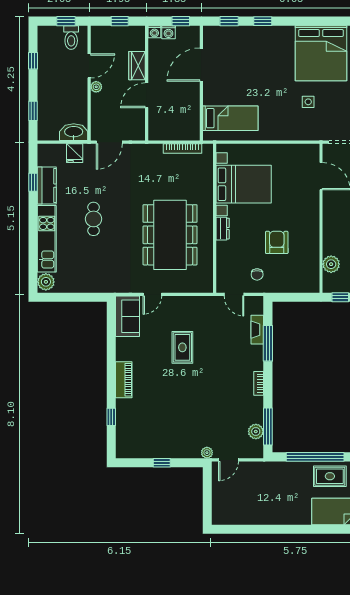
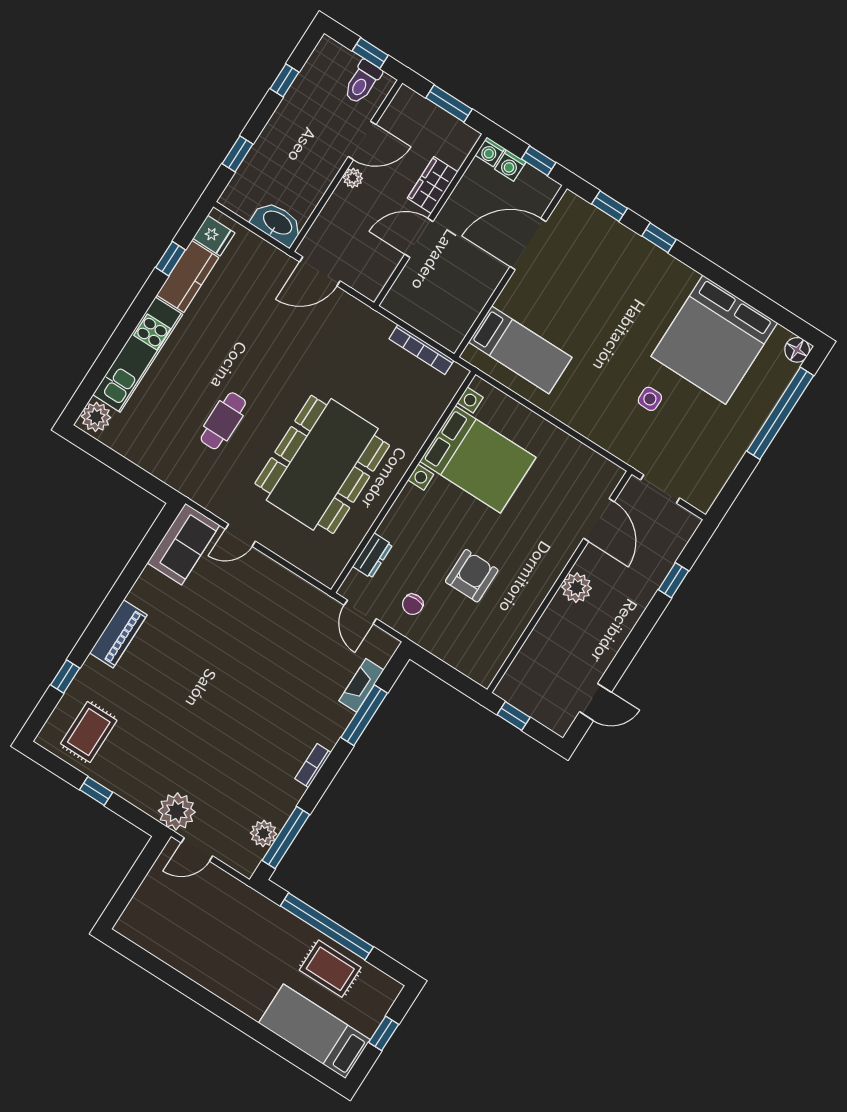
window: (120, 21) -> (449, 103), width x1.50
fridge: (75, 153) -> (214, 236), moved, turned -90
cafe table: (94, 219) -> (223, 421), moved
dresser: (223, 229) -> (373, 556), moved
plant: (331, 264) -> (577, 588), moved
rug: (182, 347) -> (89, 732), moved
plant: (207, 453) -> (177, 811), width x1.88, depth x1.88

